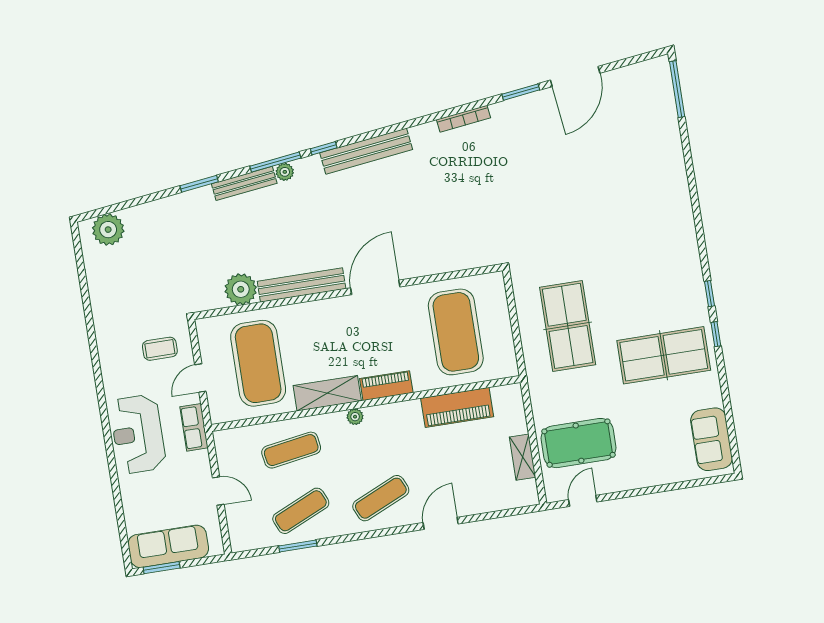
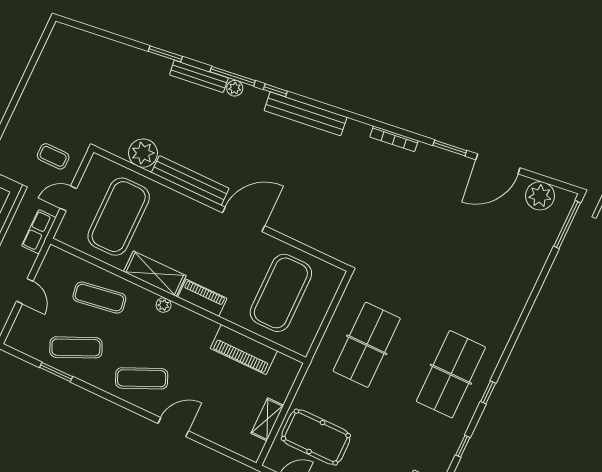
plant: (108, 230) -> (540, 196), moved
window: (716, 334) -> (463, 446), moved
table tennis table: (664, 355) -> (451, 374), moved, turned 90

